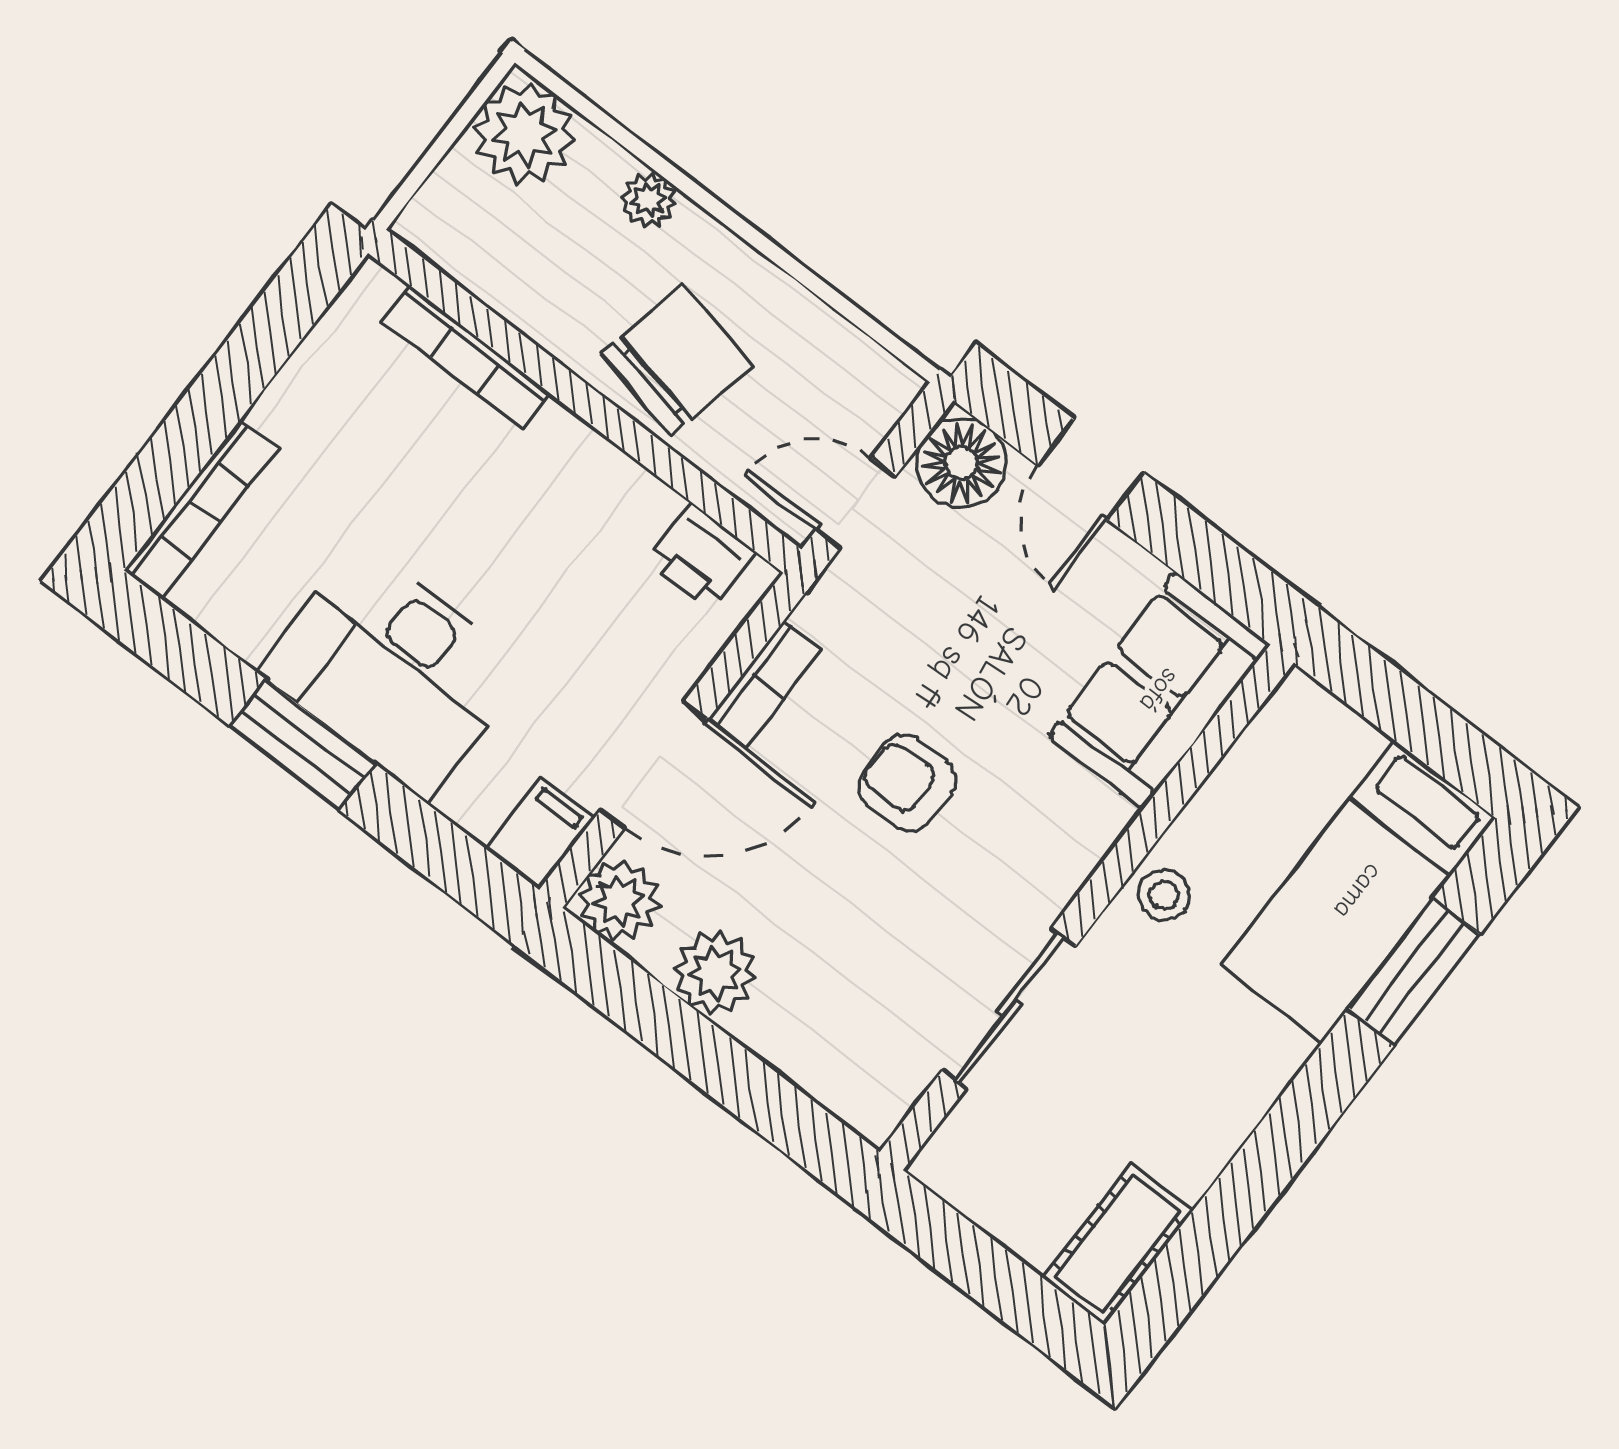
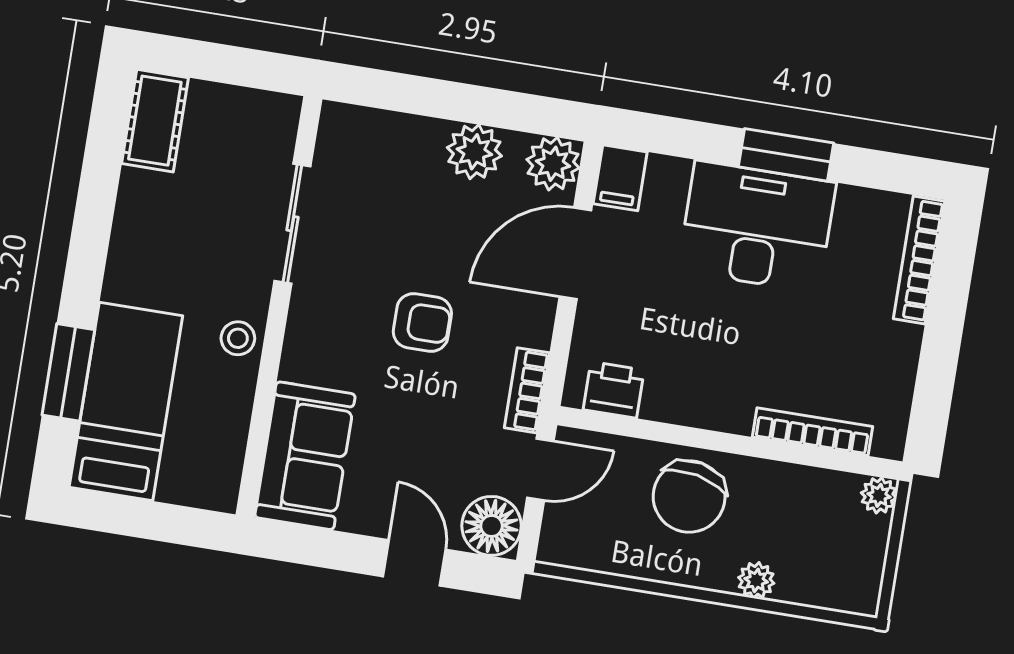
plant: (524, 134) -> (879, 495), moved, width x0.53, depth x0.53
bookcase: (766, 684) -> (527, 390), moved

